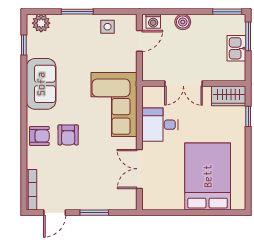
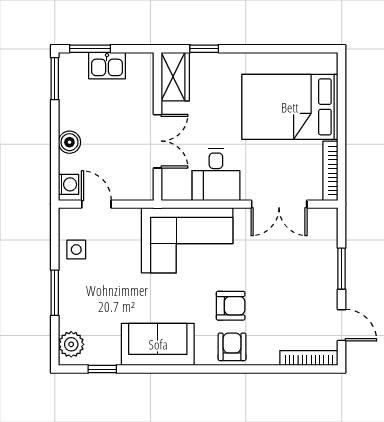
bookcase: (163, 205) -> (330, 171), added

